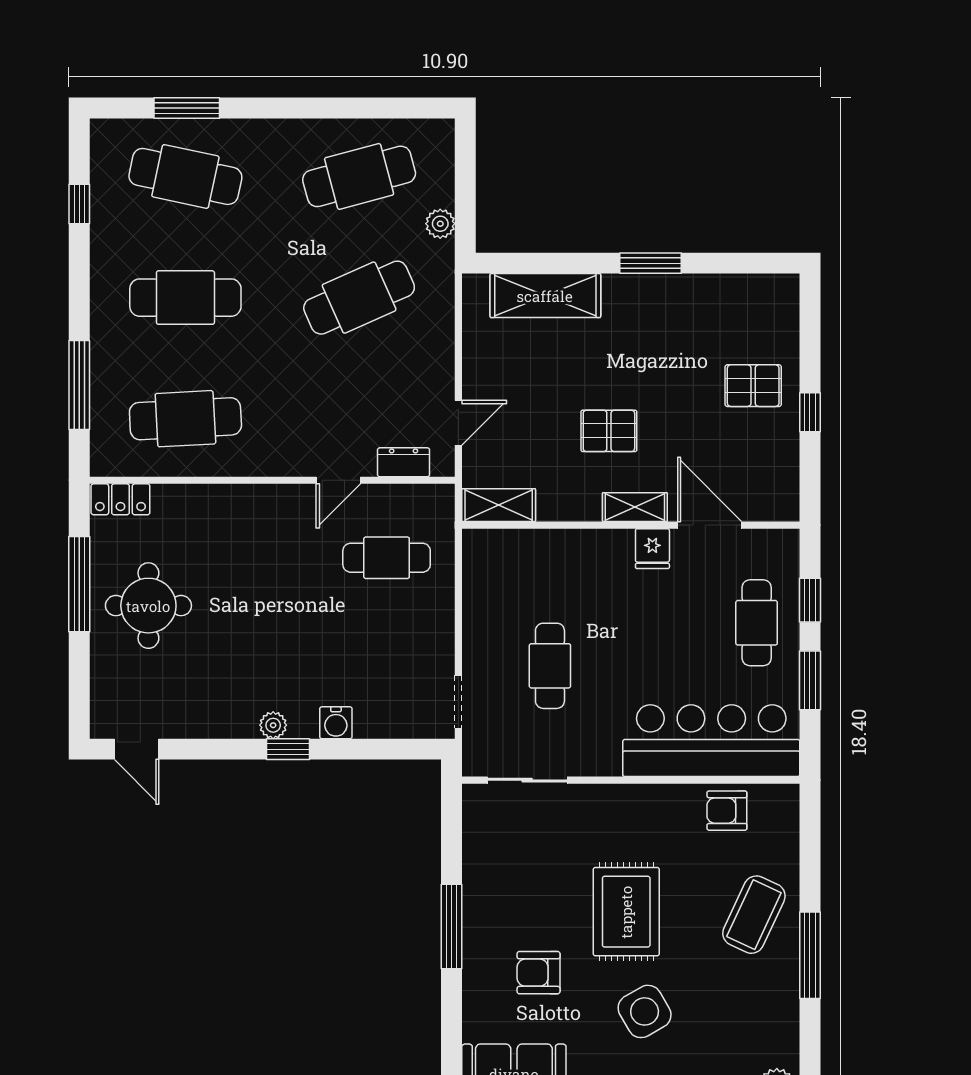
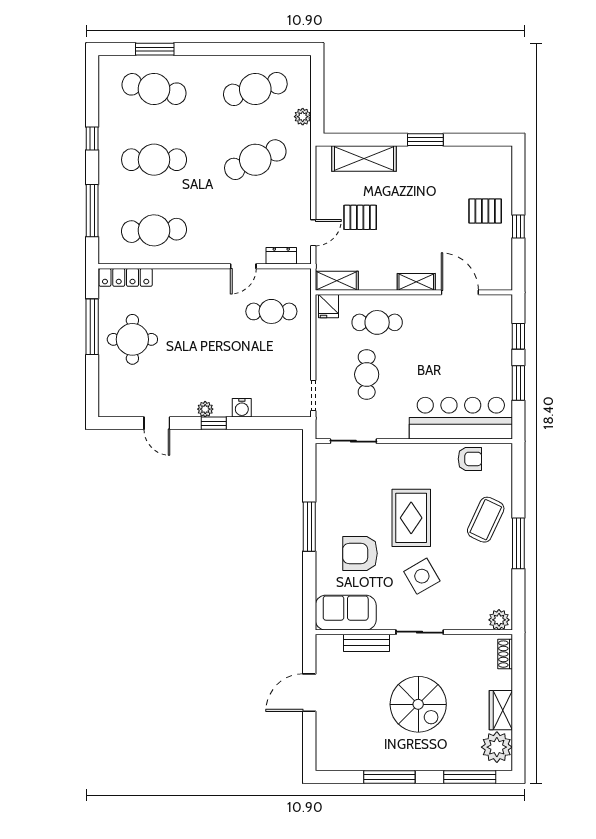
window: (79, 204) -> (92, 138), moved
pallet: (609, 431) -> (360, 217), moved
locker: (120, 499) -> (126, 277), width x1.53
fridge: (652, 549) -> (329, 306), moved
cafe table: (757, 623) -> (377, 322), moved, turned 90
door: (137, 749) -> (157, 423), moved
armchair: (727, 811) -> (470, 459), turned 180
armchair: (539, 973) -> (360, 553), width x1.38, depth x1.38

